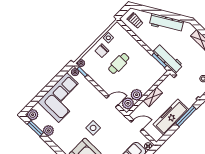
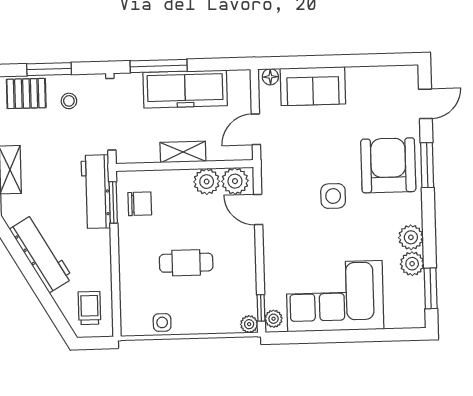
chair: (102, 51) -> (140, 204), moved
plant: (33, 115) -> (411, 237), moved
door: (137, 126) -> (256, 129), hinge flipped

